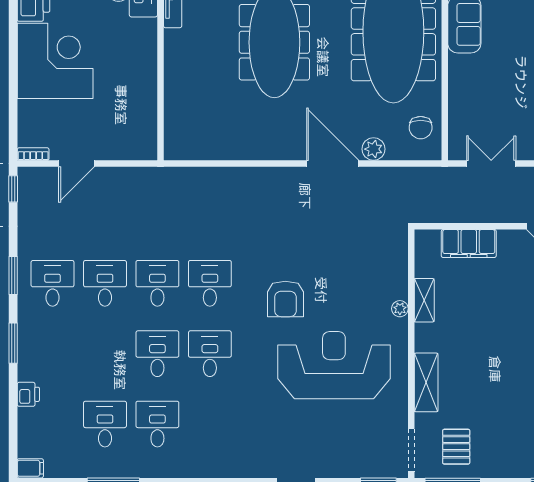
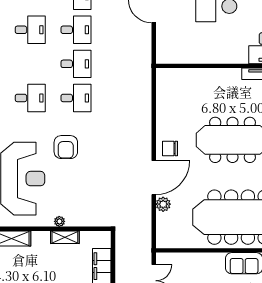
chair: (421, 128) -> (170, 148), moved
armchair: (285, 299) -> (66, 147), turned -90
desk: (157, 354) -> (30, 30), moved

